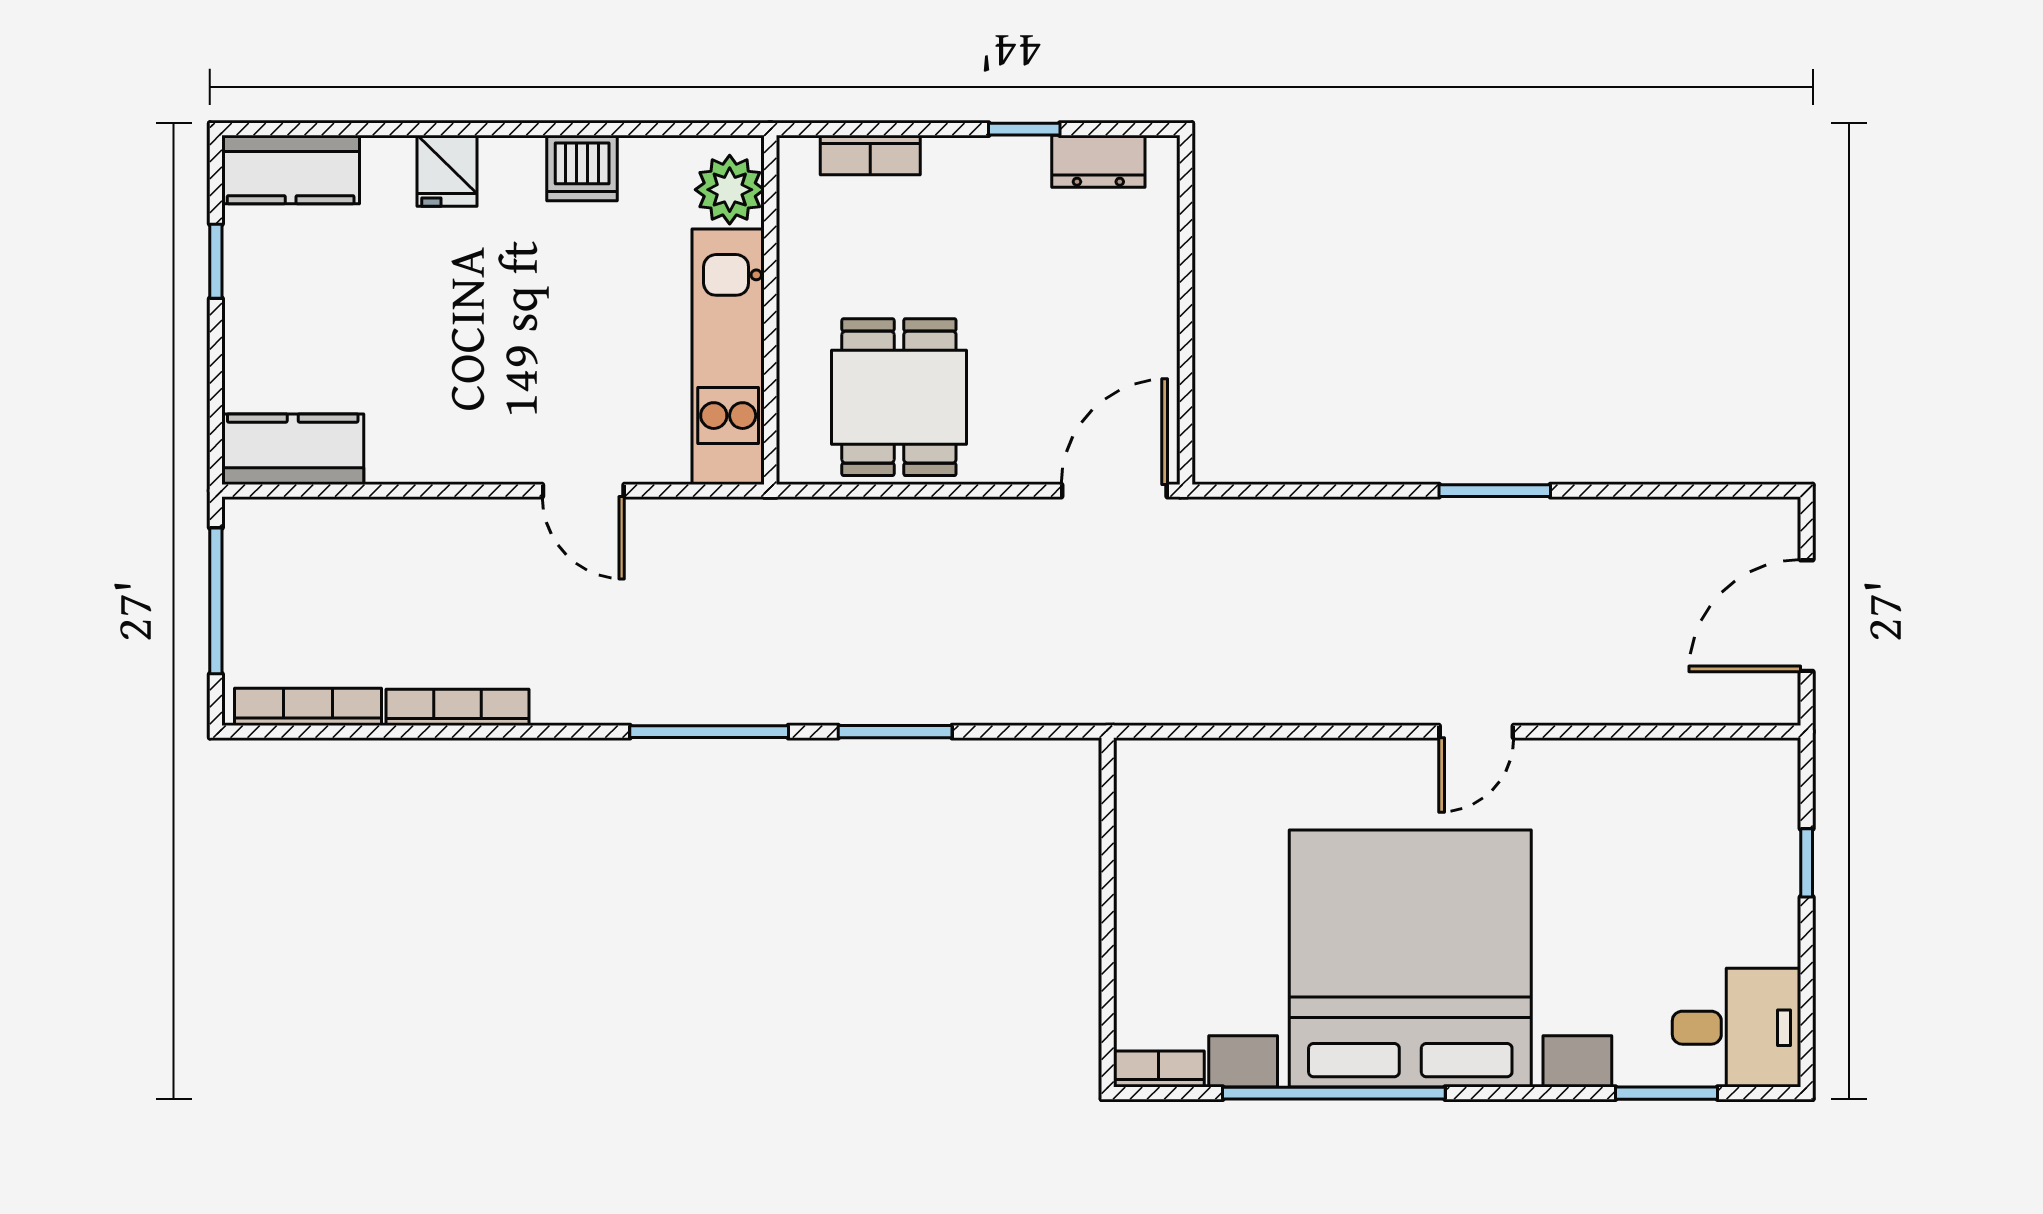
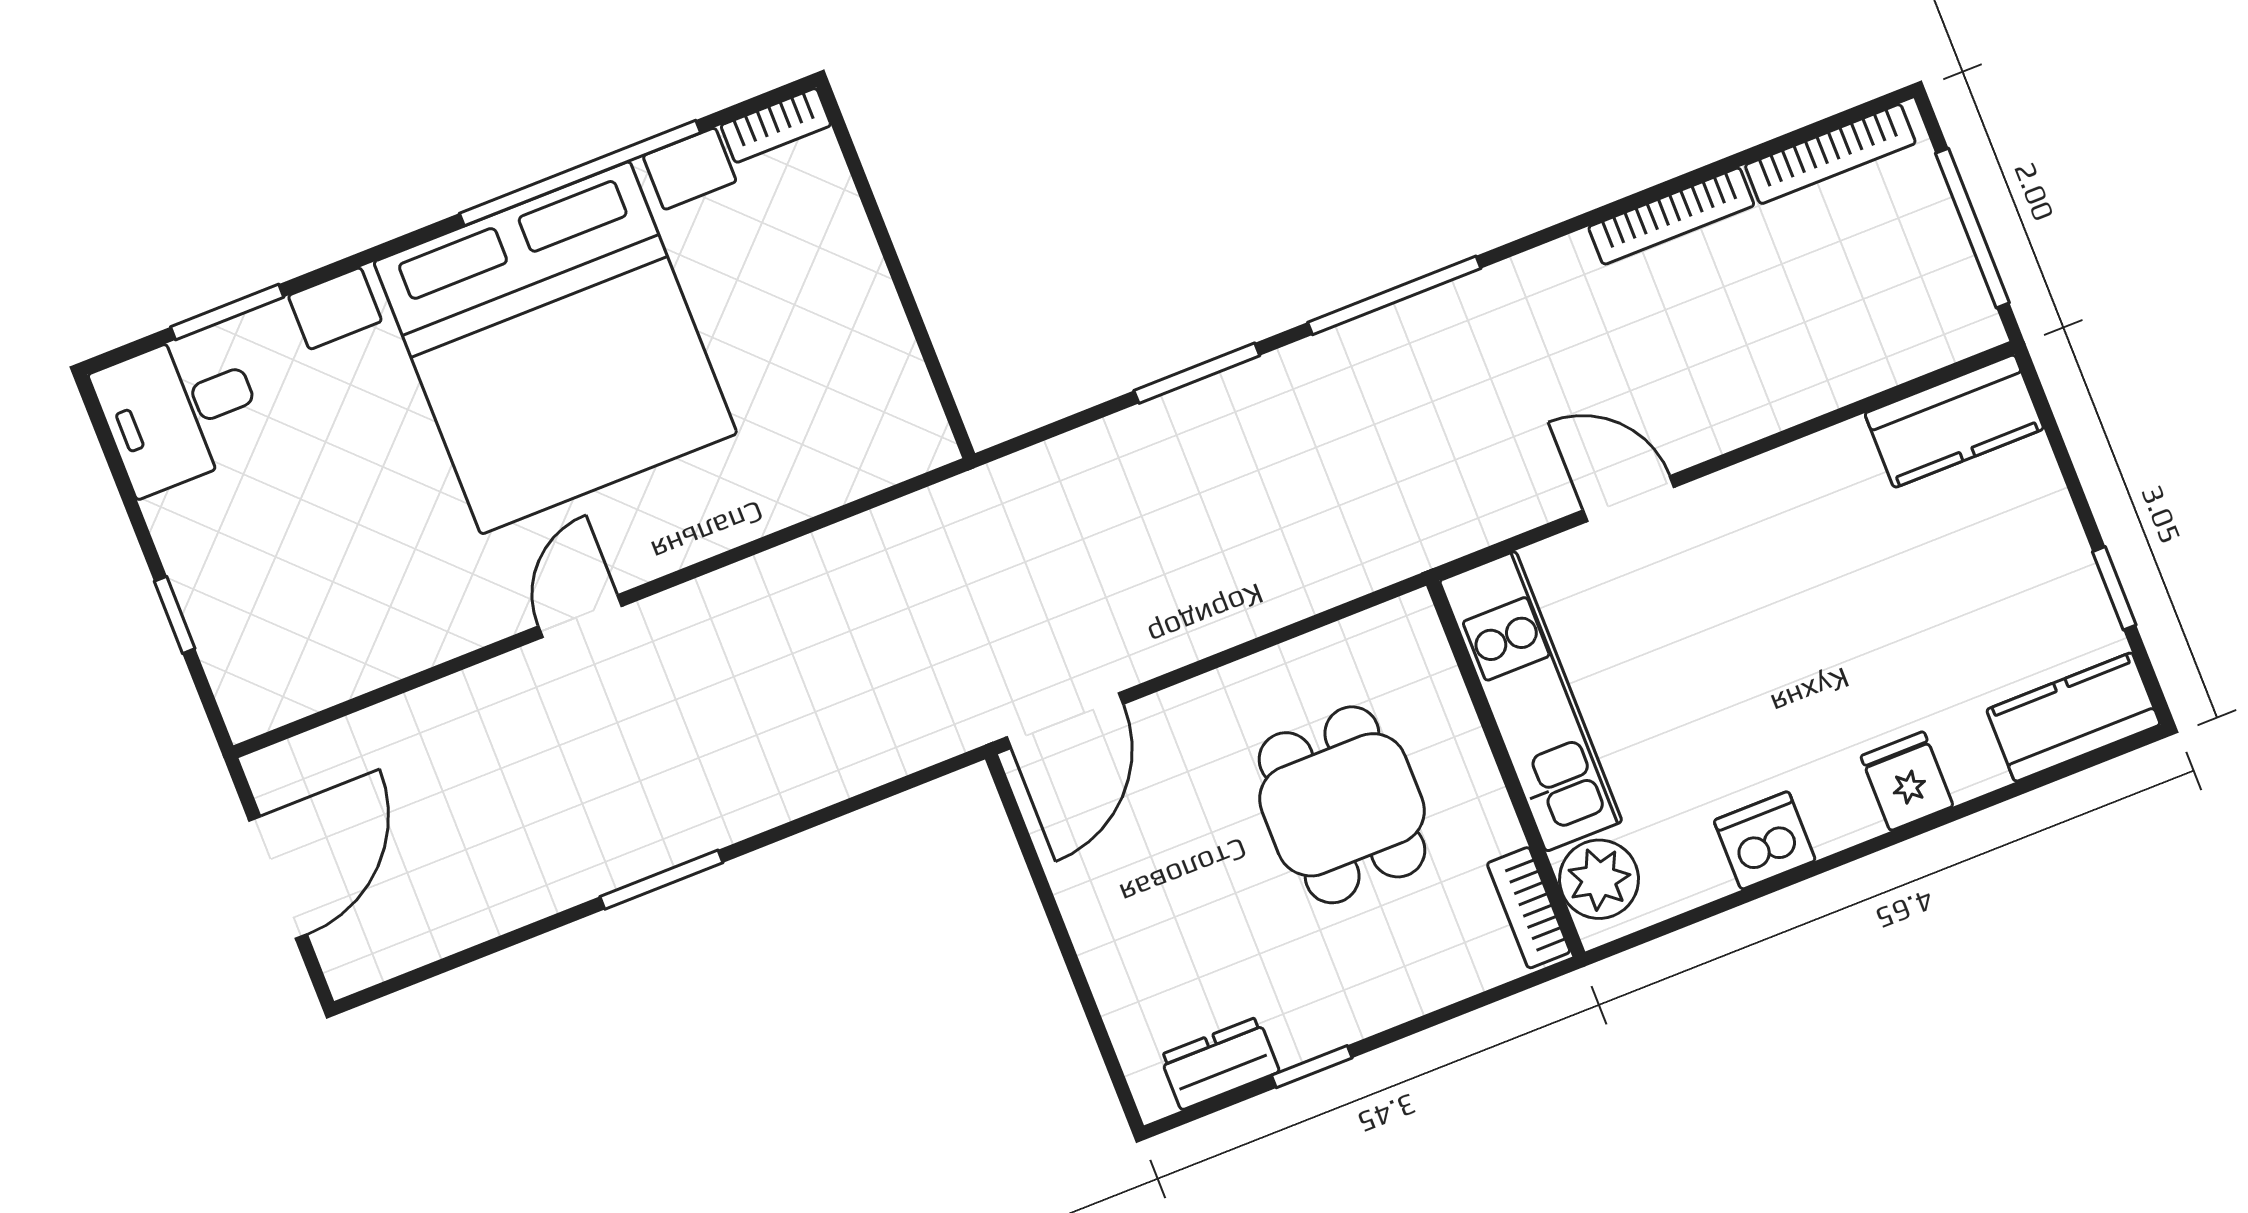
bookcase: (870, 155) -> (1529, 908), moved, turned -90
dining table: (899, 397) -> (1342, 805), moved

